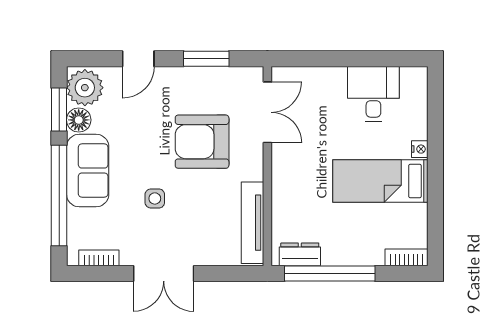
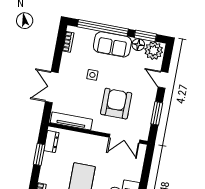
double door: (164, 273) -> (52, 87), moved
window: (330, 273) -> (39, 154), width x0.47

